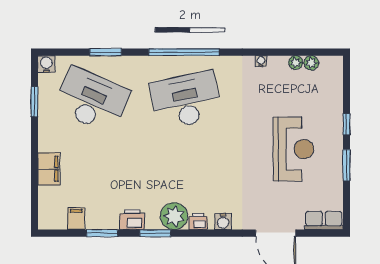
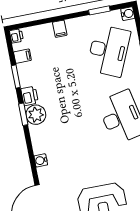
filing cabinet: (49, 169) -> (60, 29), width x0.50
plant: (174, 216) -> (36, 115), moved
printer: (198, 221) -> (16, 36), moved

